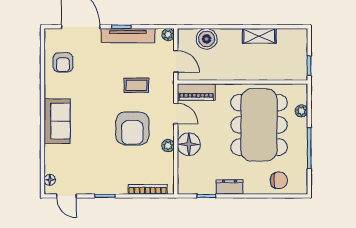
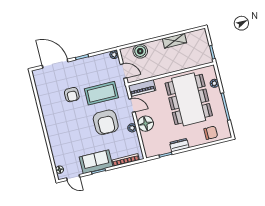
tv unit: (128, 36) -> (88, 62), removed
armchair: (63, 62) -> (72, 95), moved
coffee table: (136, 85) -> (101, 93), width x1.86, depth x1.72
sofa: (57, 121) -> (96, 162), moved, turned -90

